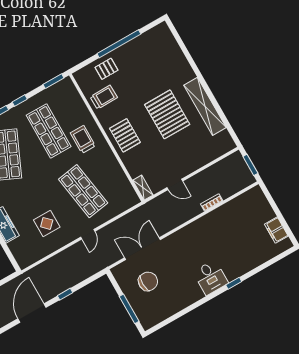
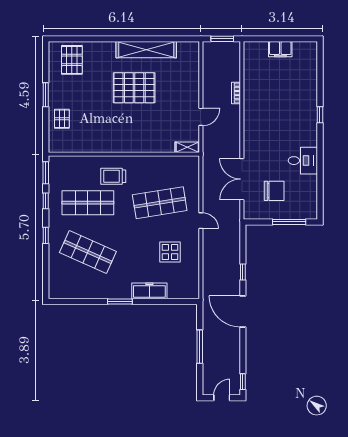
window: (119, 44) -> (46, 95), width x0.47
trolley: (104, 97) -> (86, 136), removed
window: (20, 101) -> (46, 201), moved
pallet: (125, 135) -> (72, 60), moved, turned 90
filing cabinet: (276, 230) -> (280, 49), moved
desk: (211, 277) -> (303, 161), moved
chair: (148, 281) -> (274, 191), turned 90

